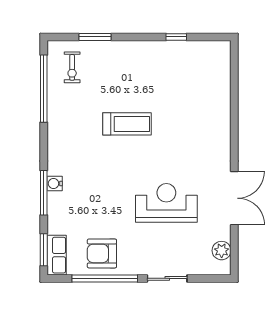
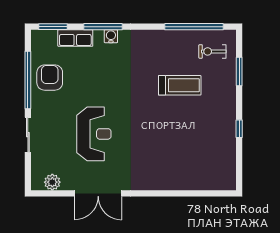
window: (176, 37) -> (239, 129), moved
treadmill: (127, 124) -> (180, 85), moved, turned -90
row of seats: (57, 255) -> (75, 38), moved

